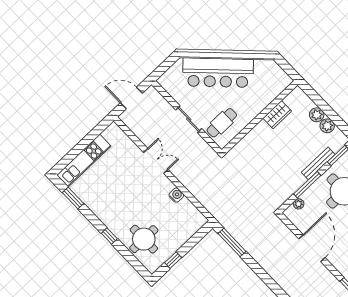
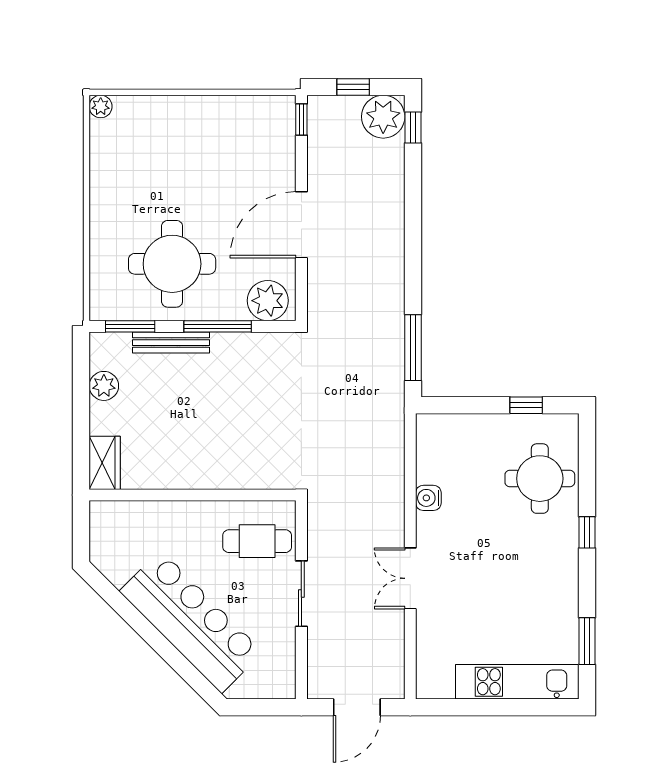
door: (131, 98) -> (357, 707), hinge flipped
wardrobe: (277, 115) -> (105, 463), moved, turned 90
plant: (317, 115) -> (104, 417), removed
plant: (299, 204) -> (268, 301), width x1.87, depth x1.87

